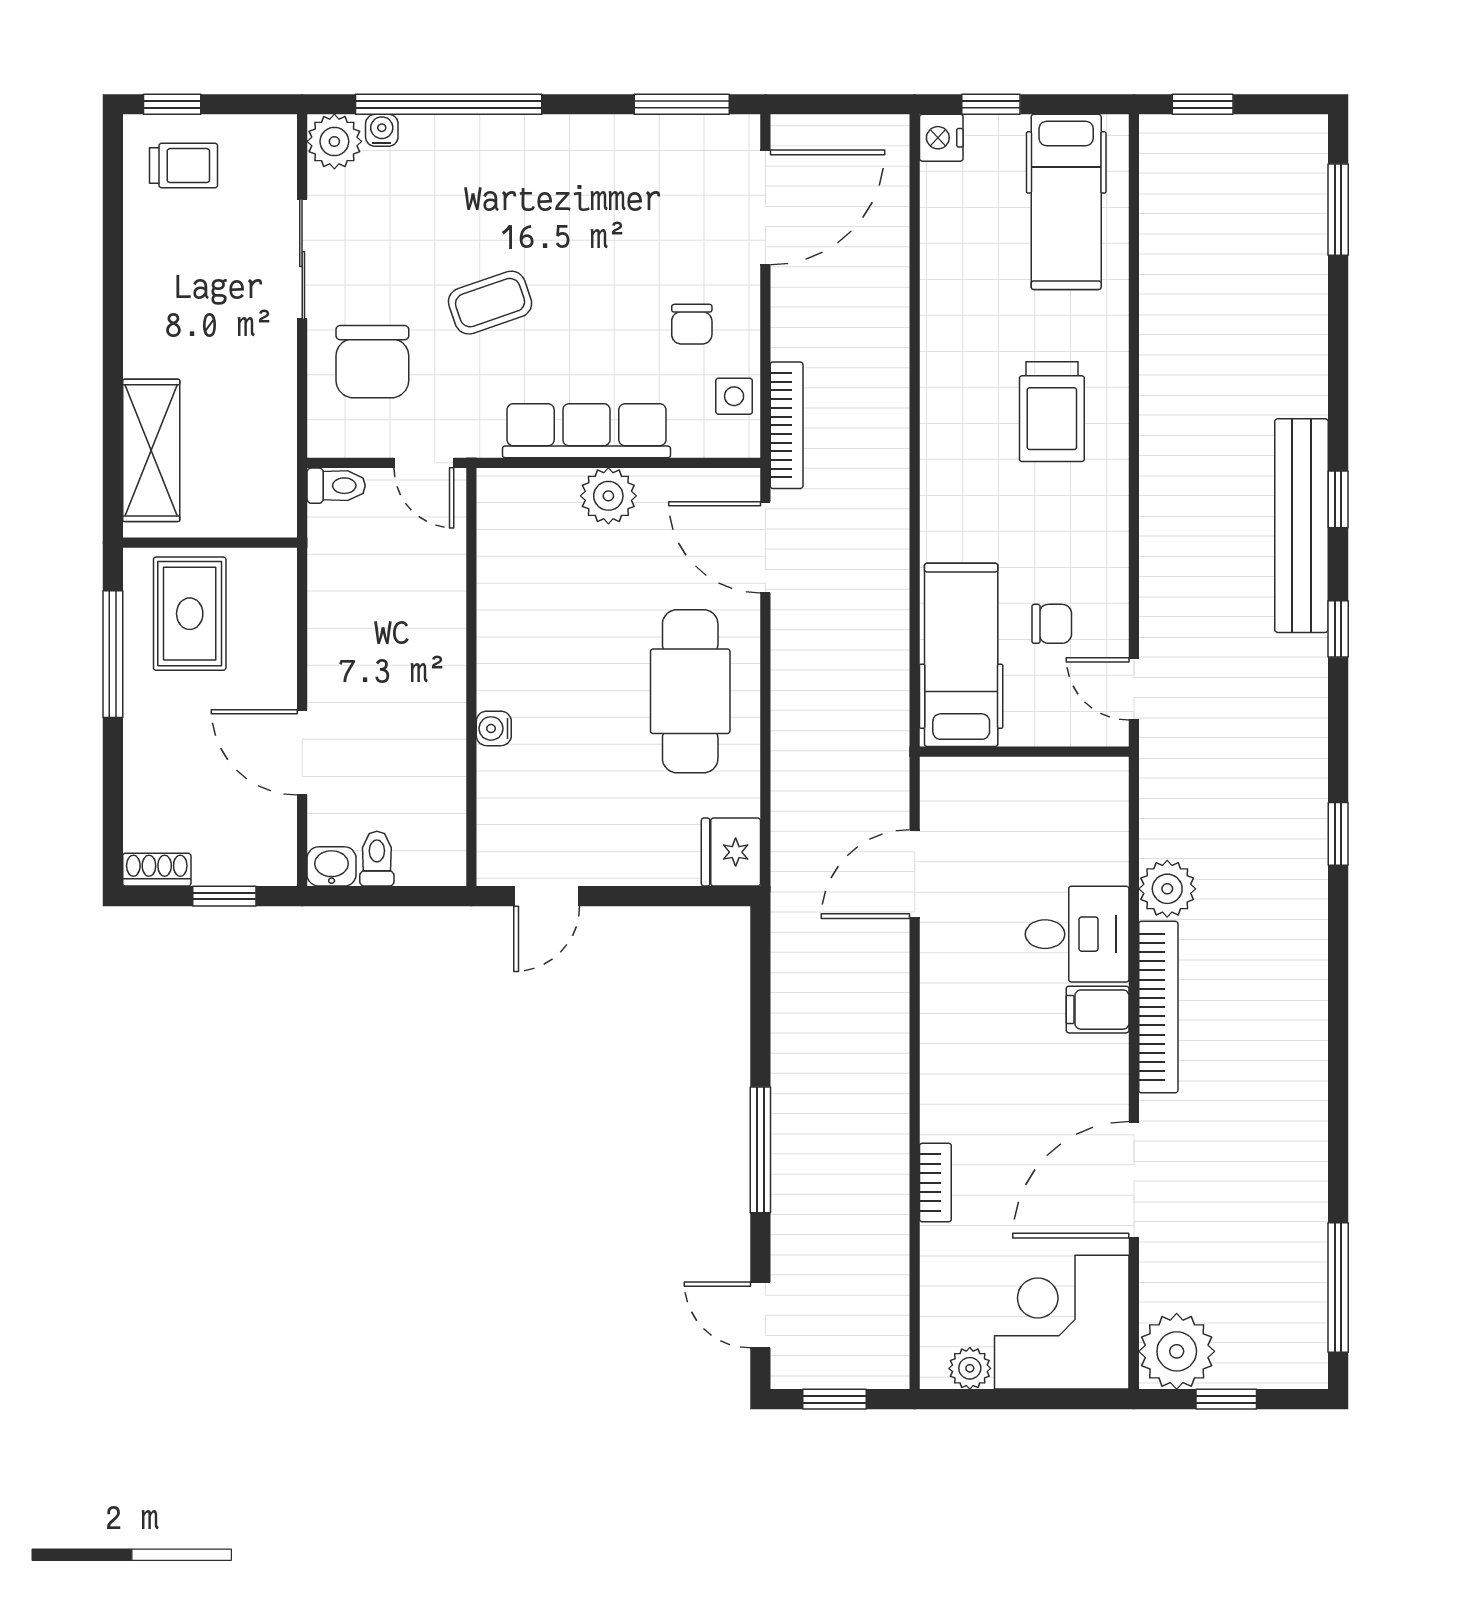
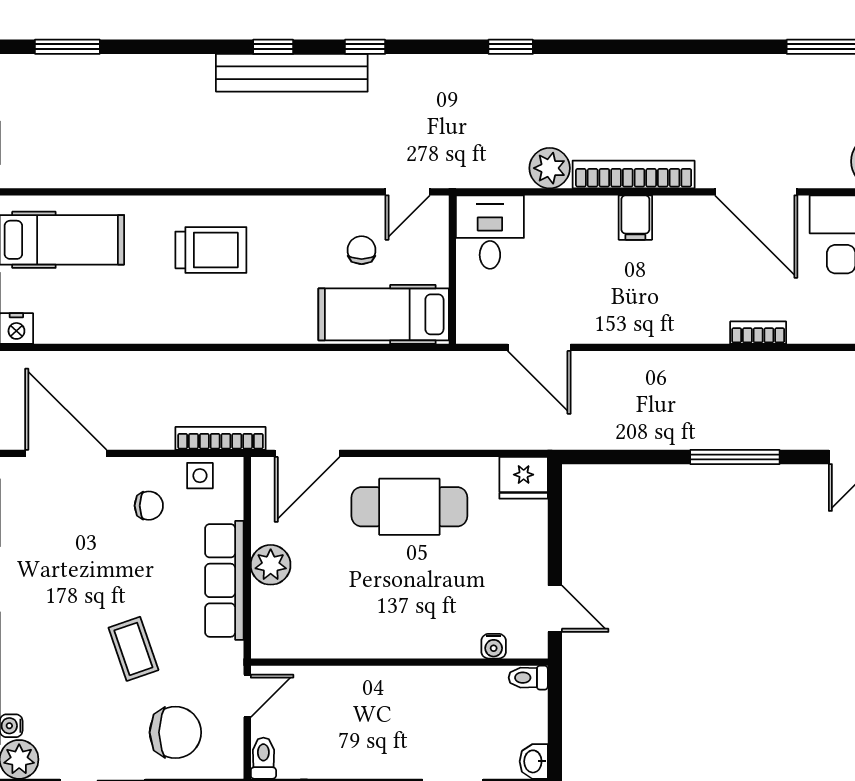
water cooler: (494, 728) -> (494, 646), moved
toilet: (377, 859) -> (528, 678), moved
desk: (1077, 934) -> (490, 232), moved

